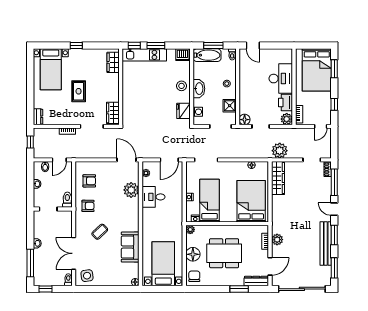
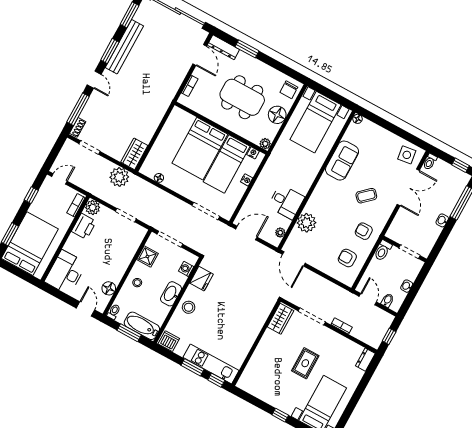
wardrobe: (113, 62) -> (250, 374), removed
desk: (281, 79) -> (66, 272), moved
floor lamp: (245, 120) -> (109, 288), moved
door: (59, 160) -> (368, 299), hinge flipped
wardrobe: (278, 178) -> (134, 154), width x0.67
bed: (251, 201) -> (200, 149), moved
plant: (277, 240) -> (175, 80), removed
door: (270, 266) -> (200, 55), swing flipped

